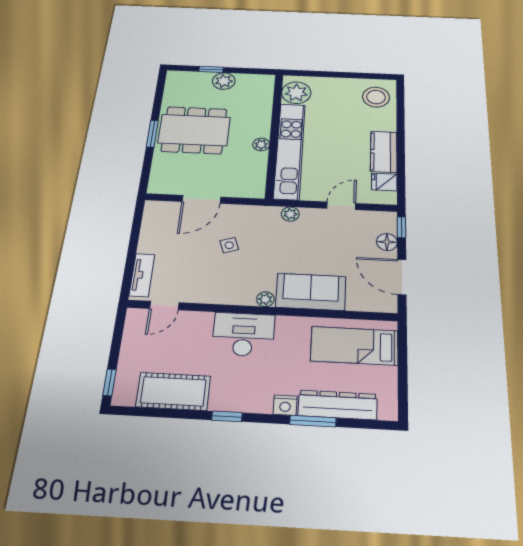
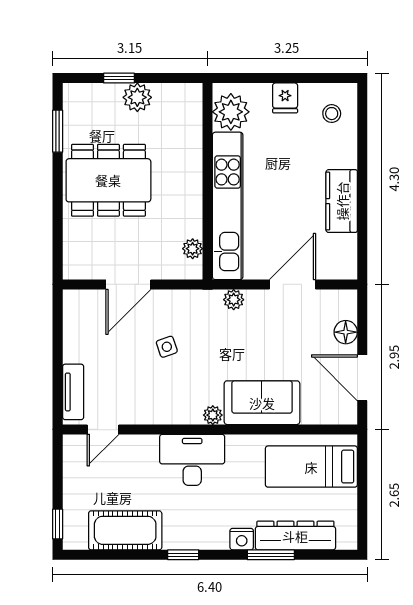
stool: (376, 97) -> (332, 114), width x0.53, depth x0.53
window: (152, 134) -> (58, 131), moved
plant: (261, 144) -> (193, 249), moved
fridge: (384, 182) -> (285, 98), moved, turned -90
door: (341, 206) -> (292, 284), width x1.38
window: (401, 227) -> (362, 311), removed

